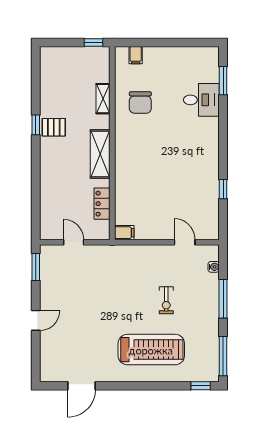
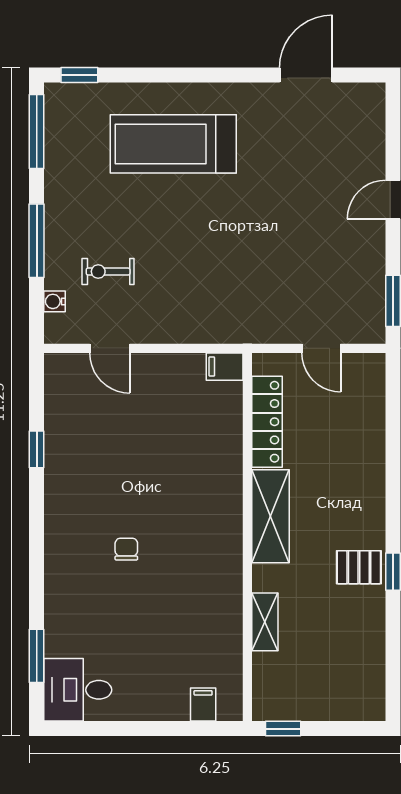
desk: (201, 100) -> (78, 690), moved
chair: (140, 103) -> (126, 549), moved, width x0.54, depth x0.54
locker: (102, 204) -> (267, 422), width x1.53
exercise bike: (166, 300) -> (108, 272), moved, turned -90

